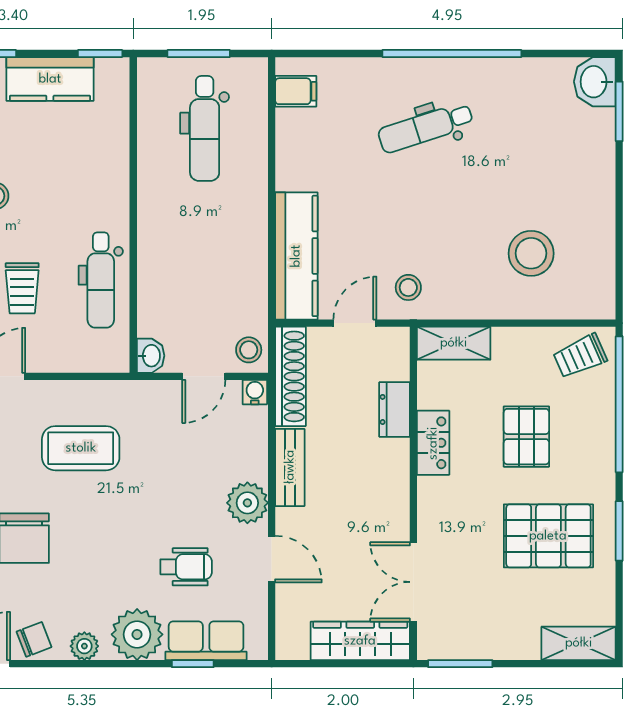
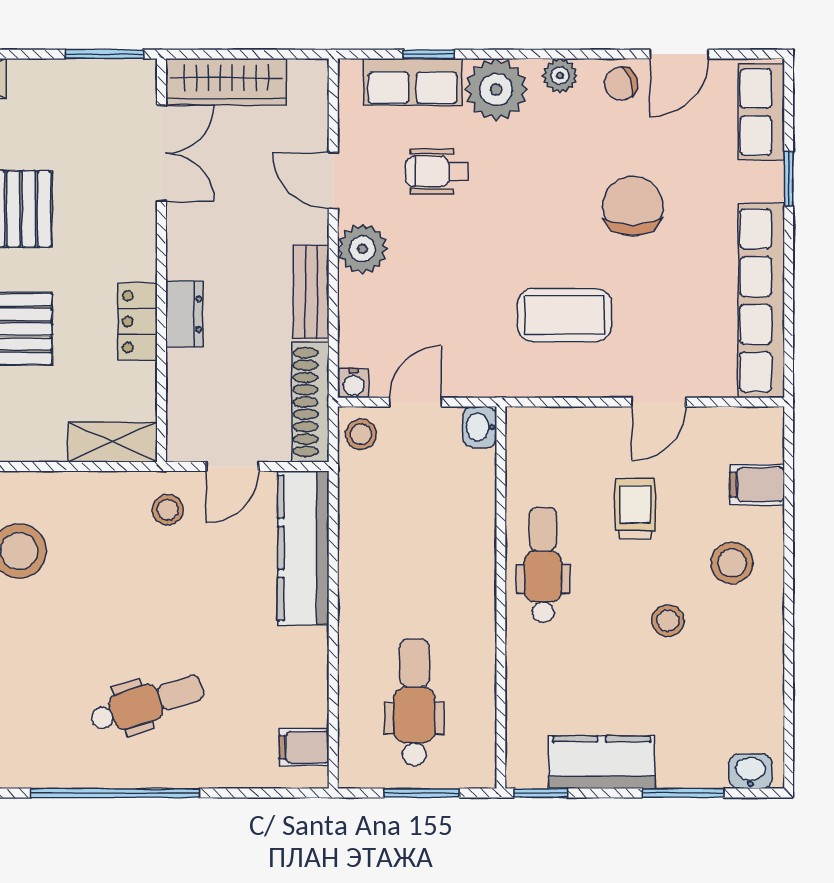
dental chair: (101, 280) -> (543, 565), moved
dresser: (395, 409) -> (184, 314), moved

